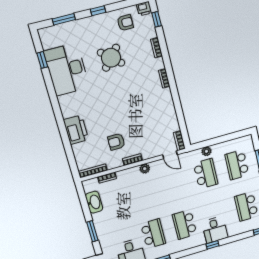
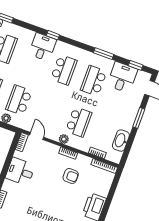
desk: (163, 115) -> (20, 171), added
school desk: (142, 192) -> (79, 122), added

